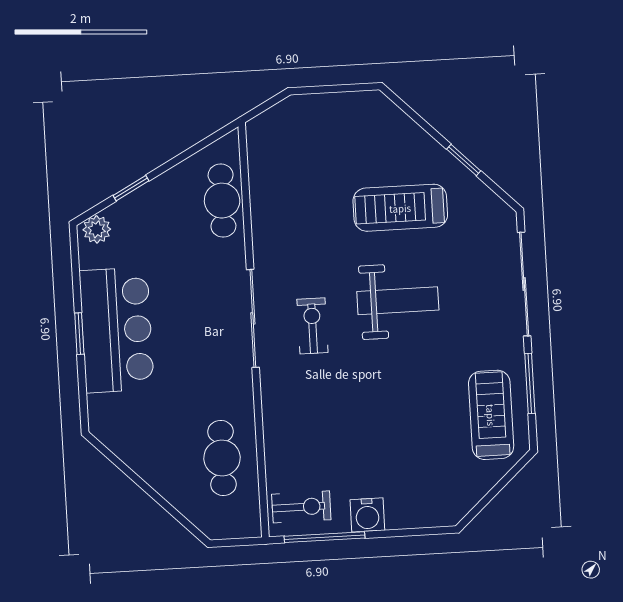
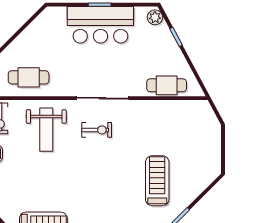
weight bench: (398, 301) -> (46, 130), moved

